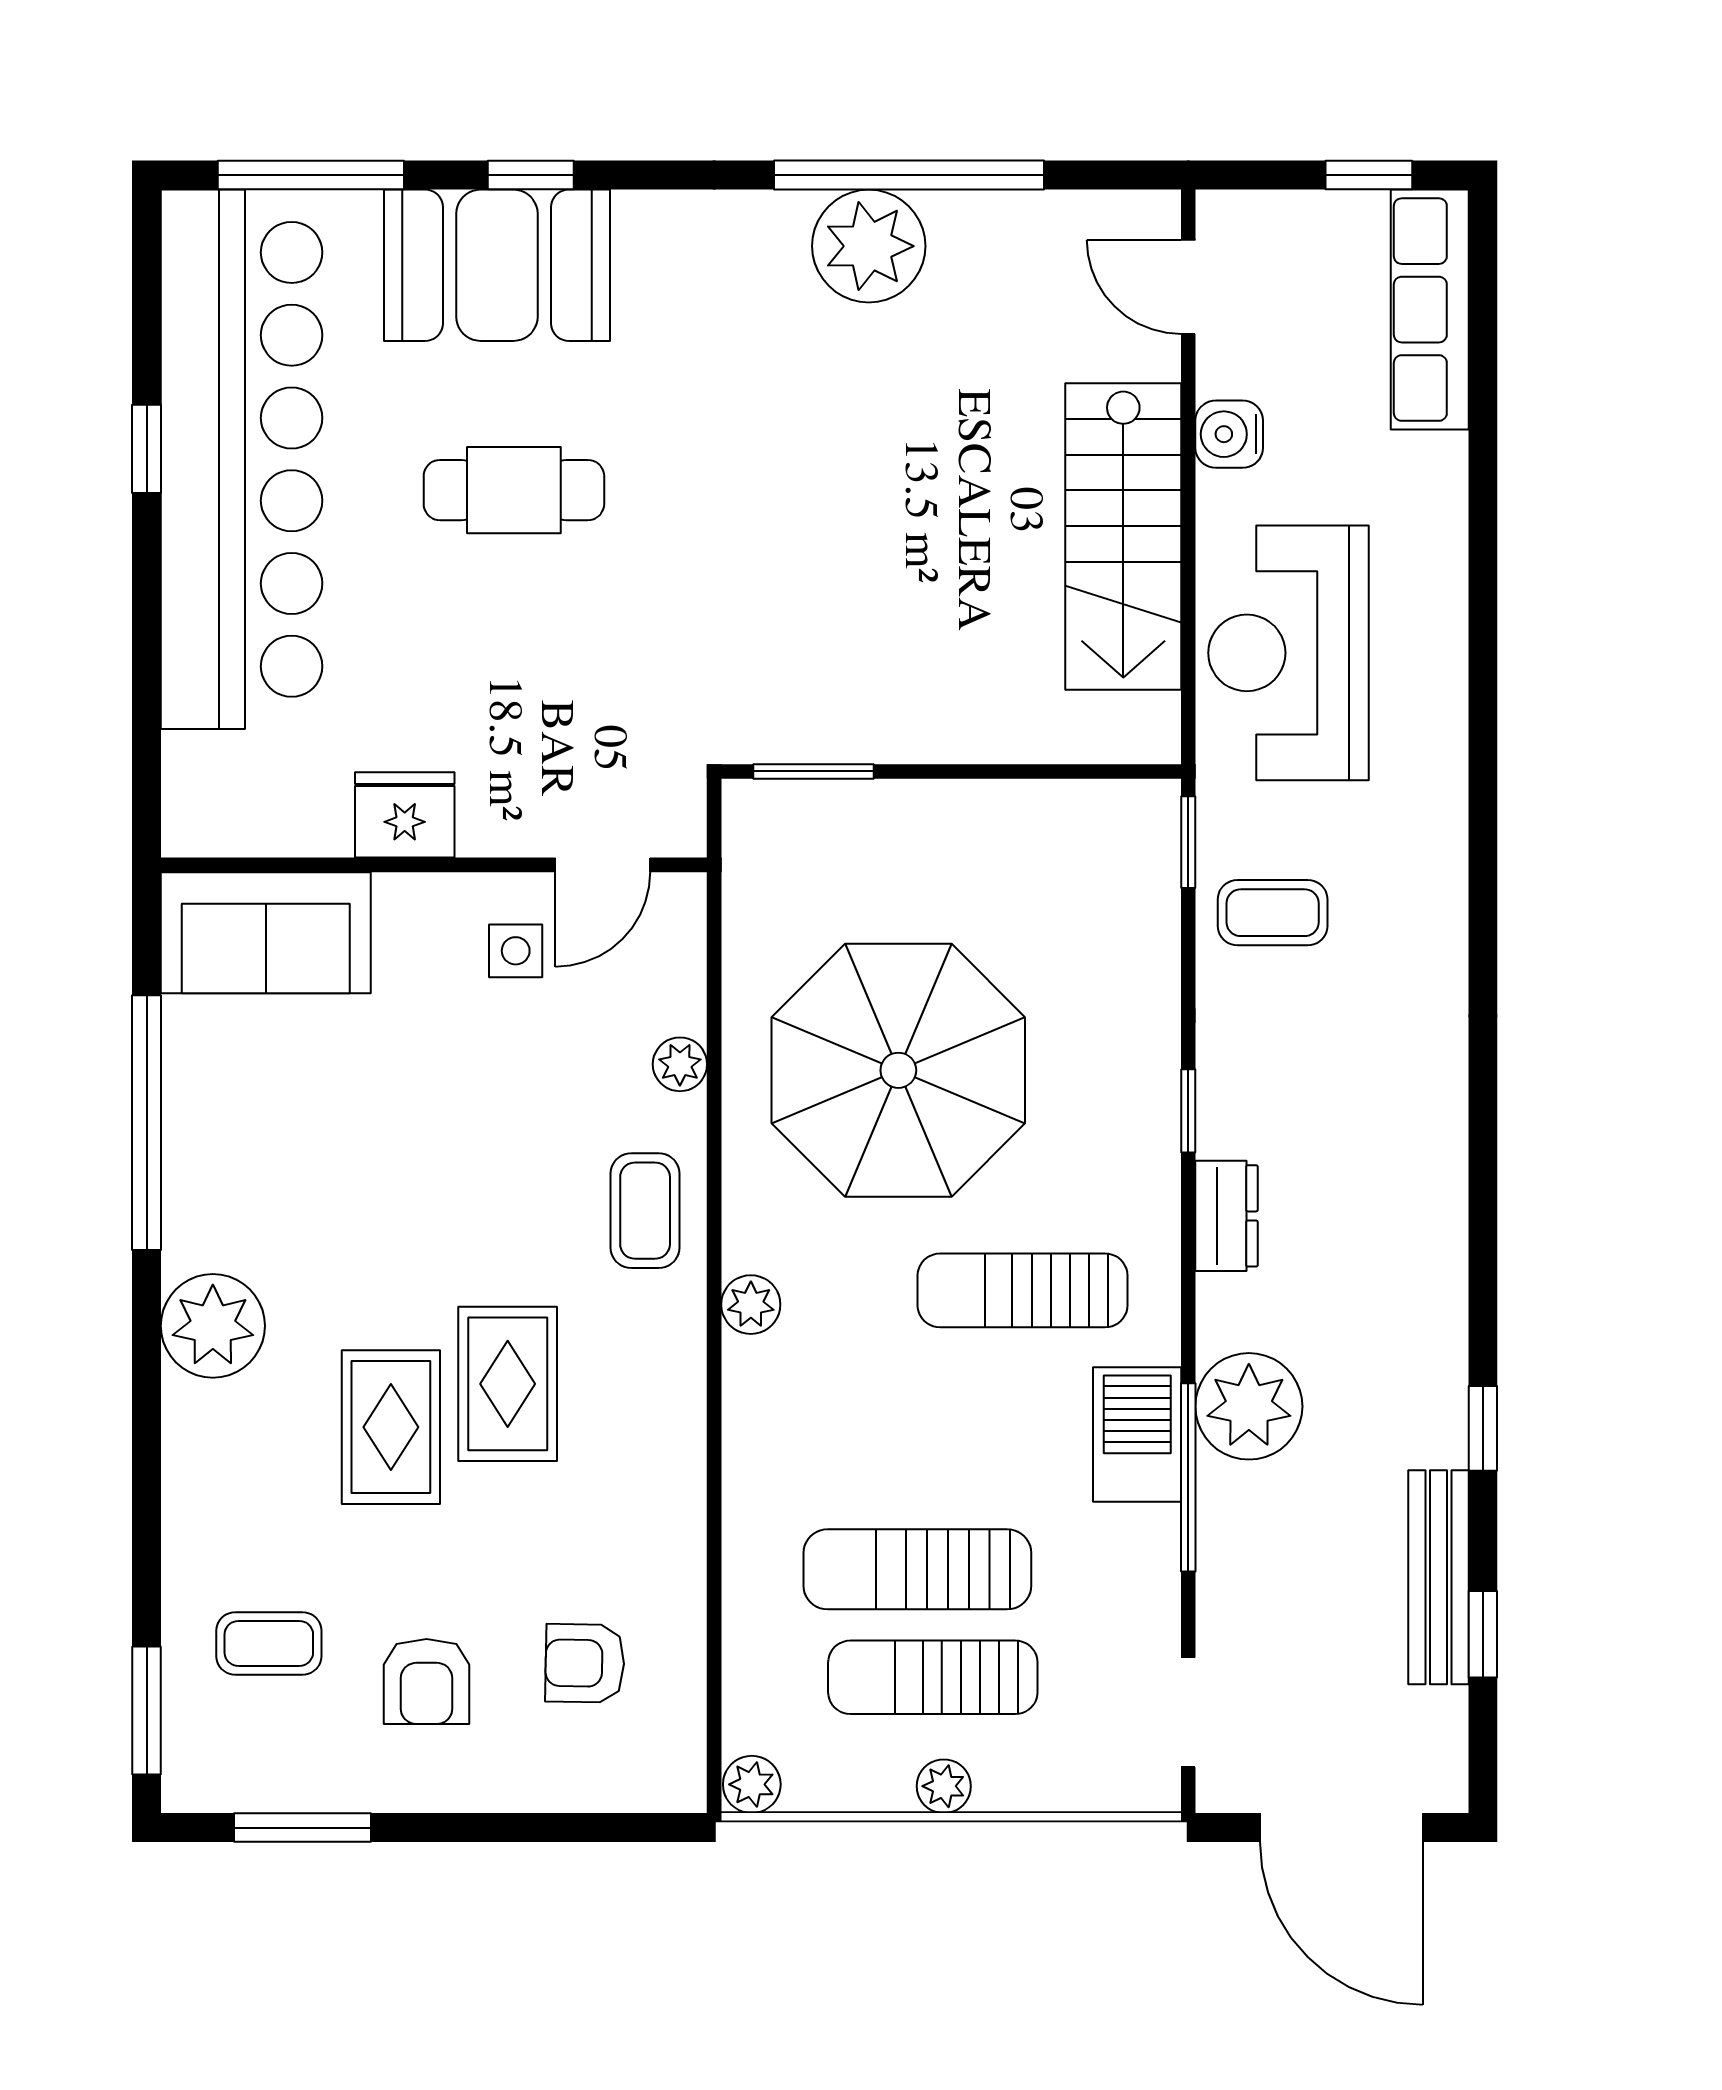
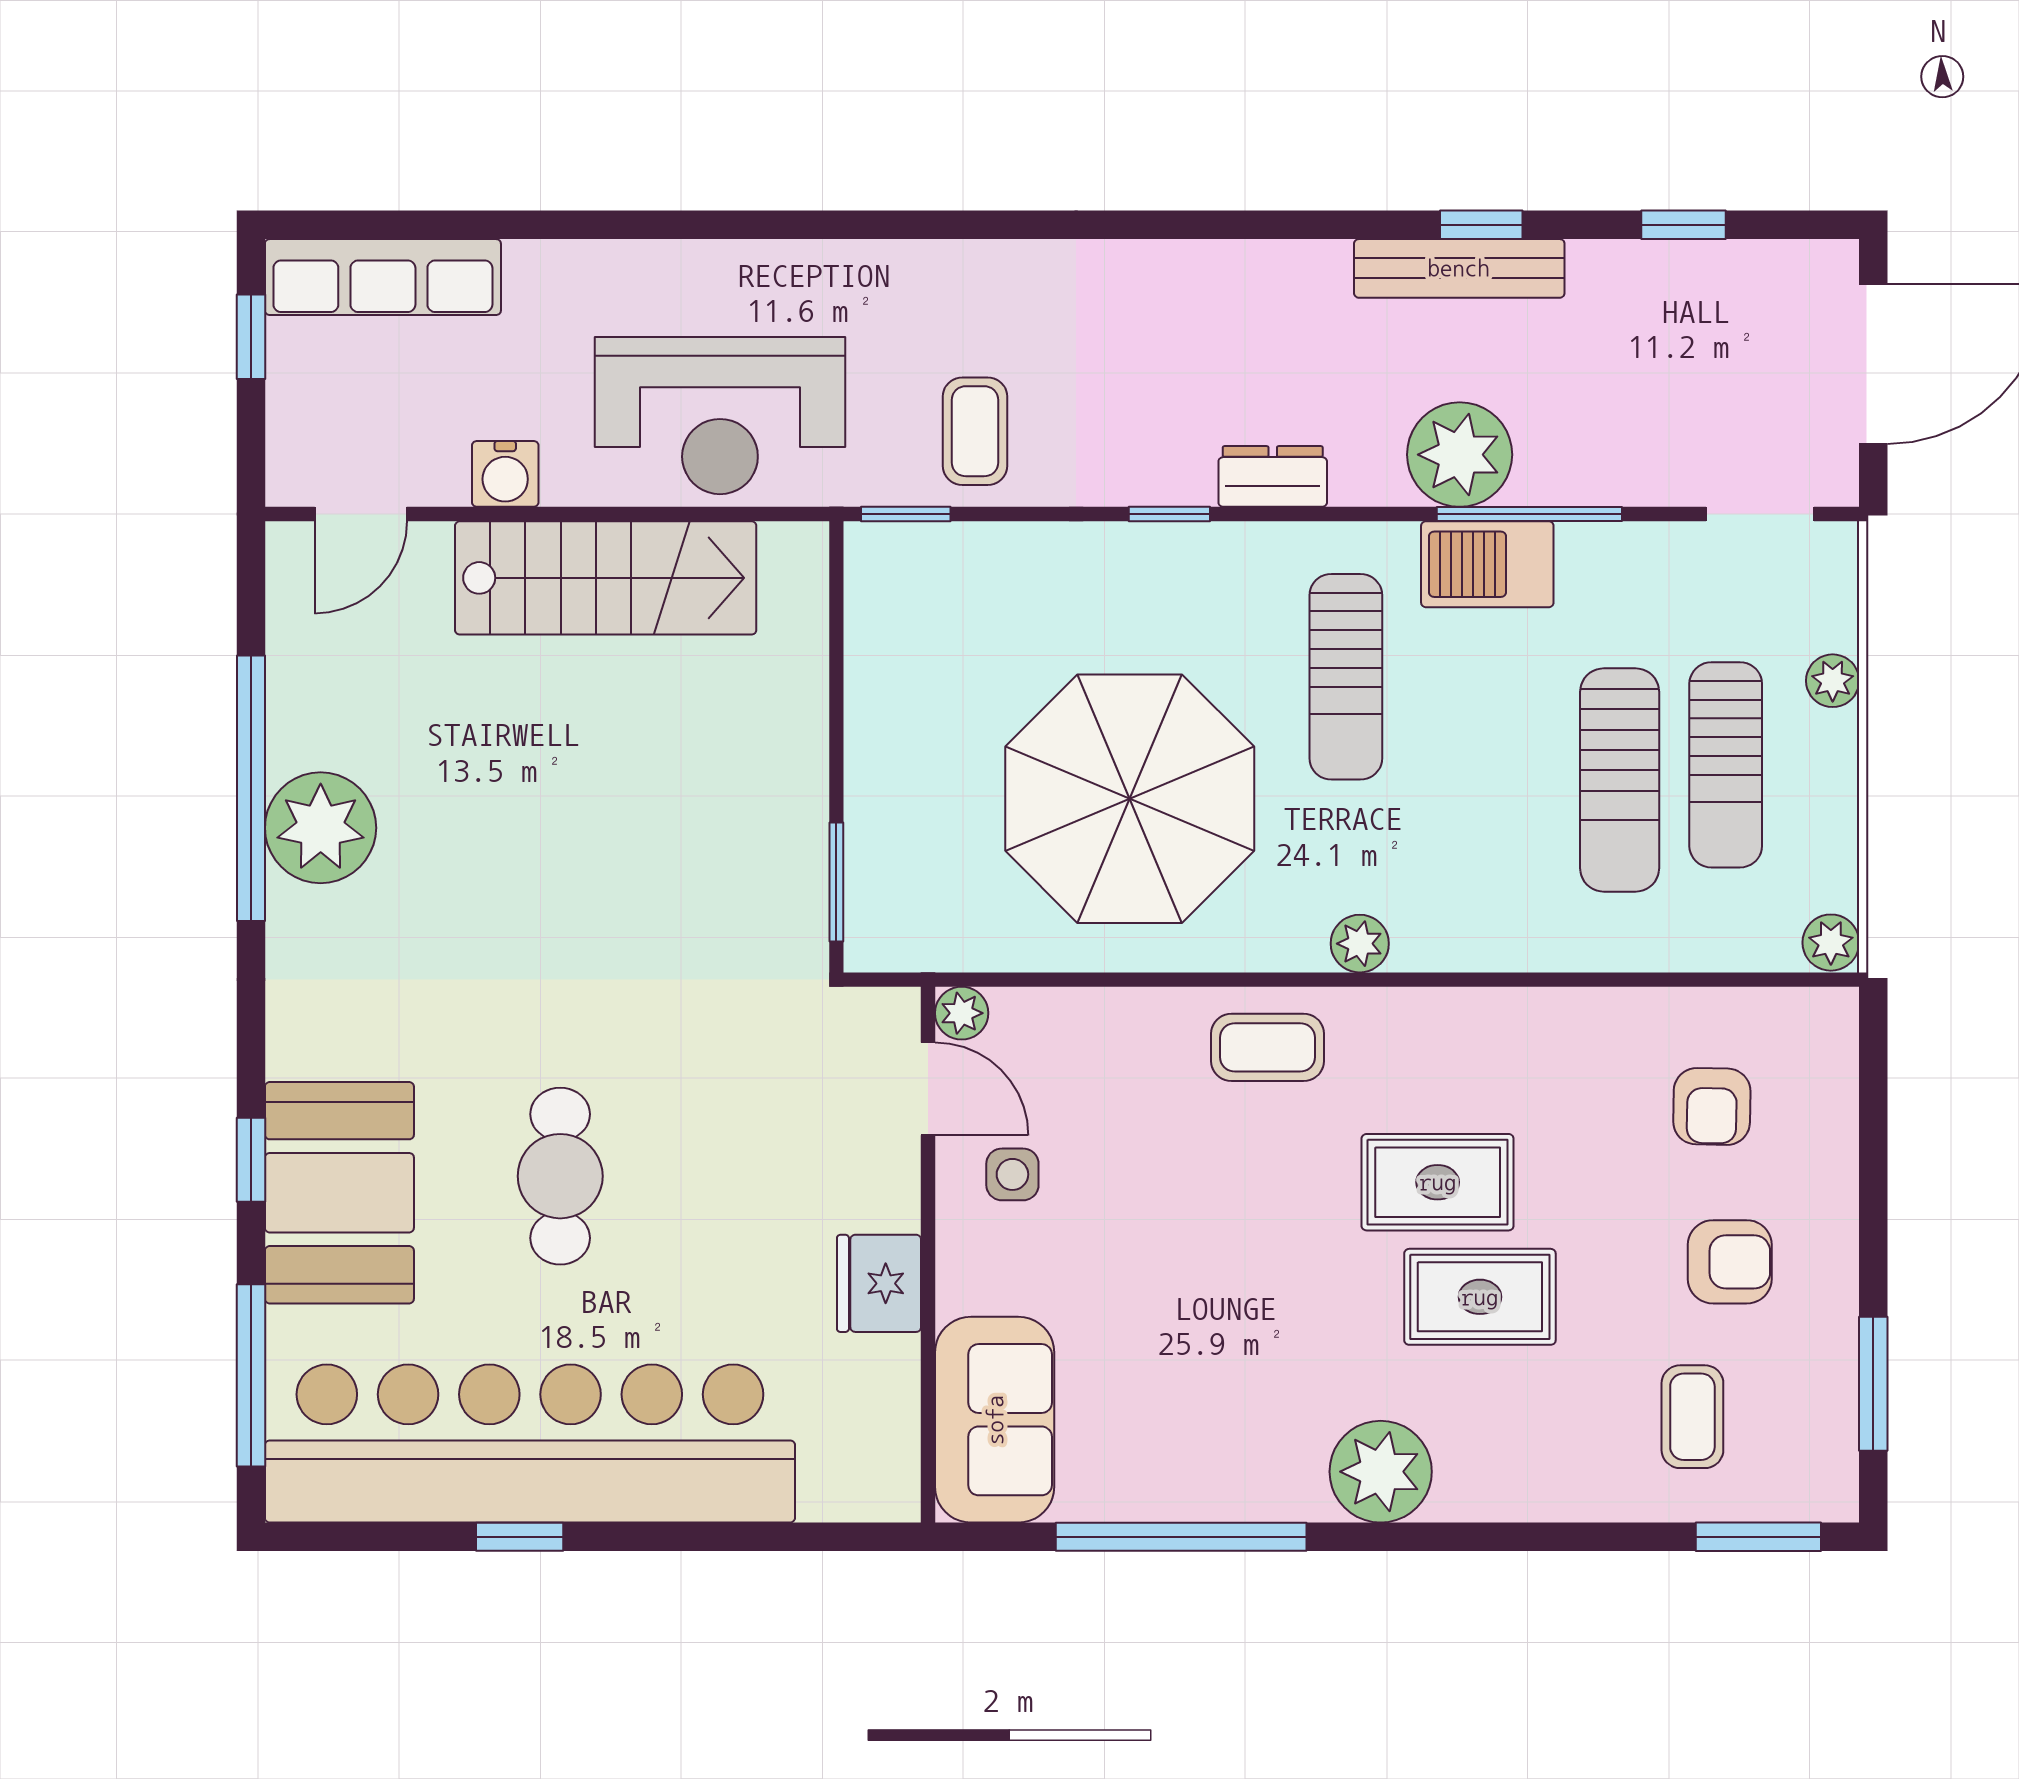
plant: (680, 1064) -> (962, 1013), moved
bench: (1439, 1577) -> (1459, 268), moved
plant: (944, 1786) -> (1833, 681), moved

